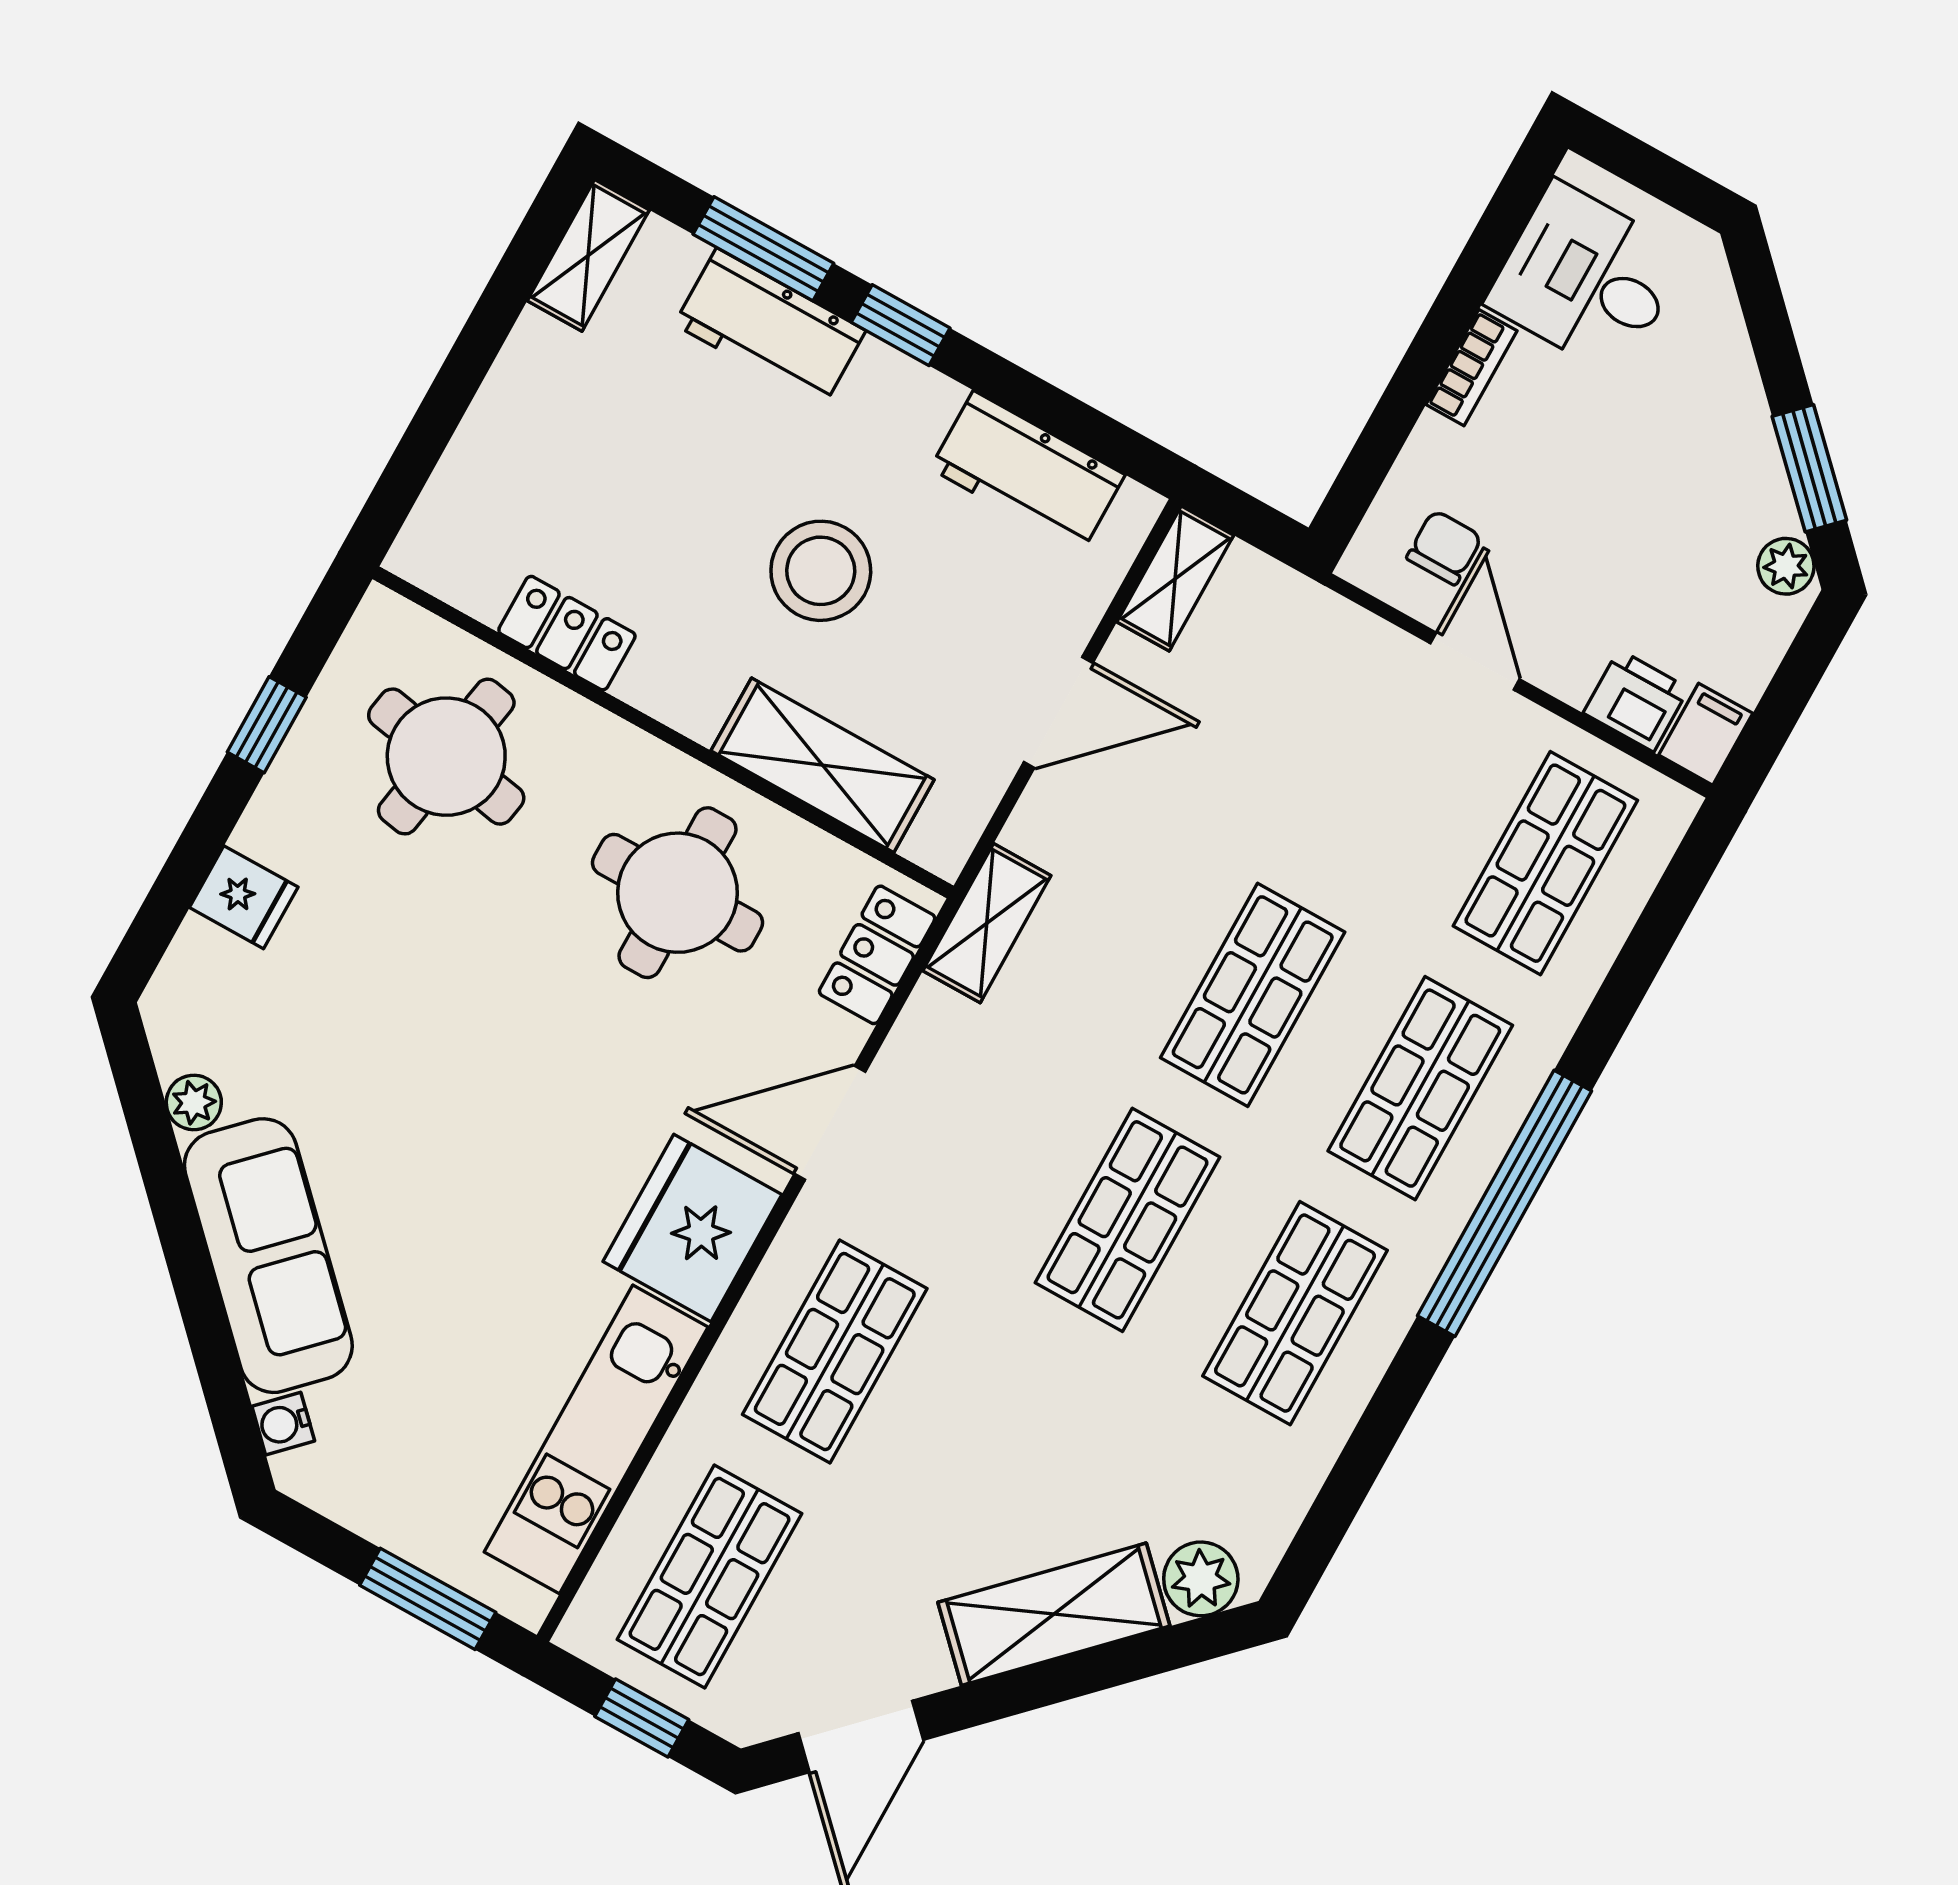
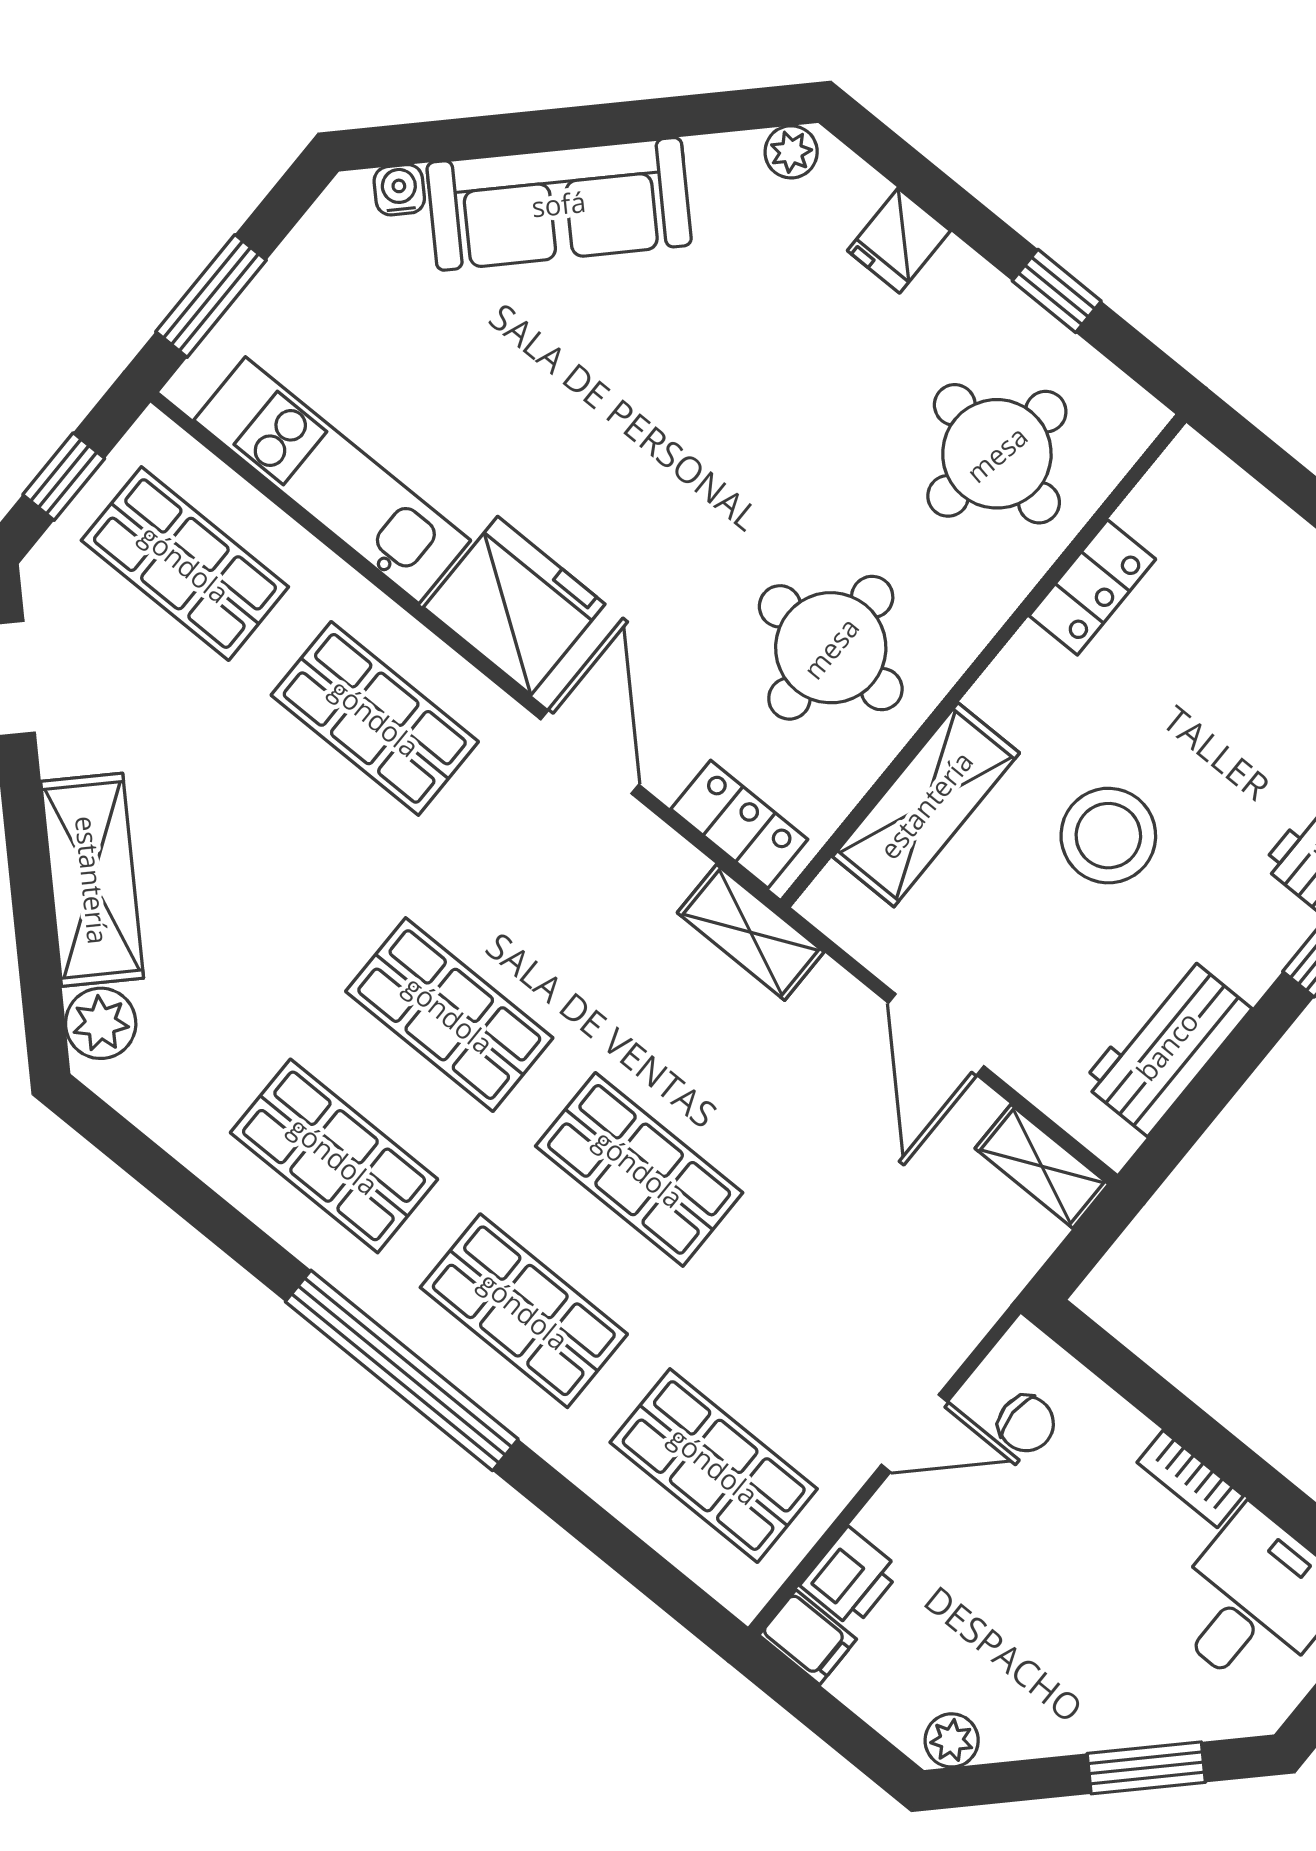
window: (1809, 468) -> (1146, 1768), moved
plant: (194, 1102) -> (791, 152), moved

